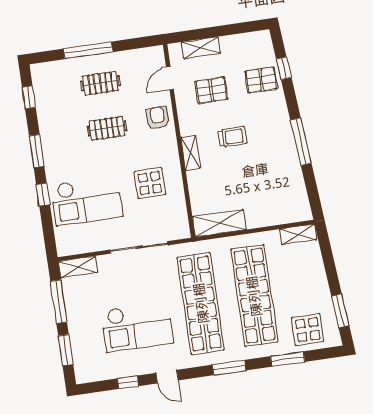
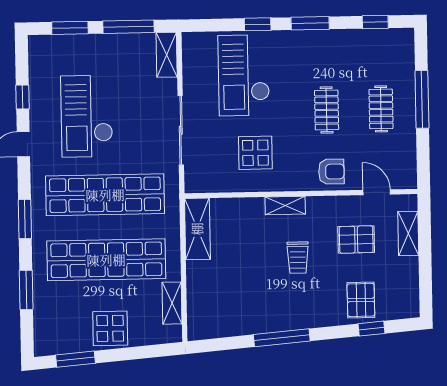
pallet: (211, 90) -> (356, 240), turned 90
shelving: (298, 234) -> (172, 303), moved
display table: (308, 330) -> (110, 328), moved

